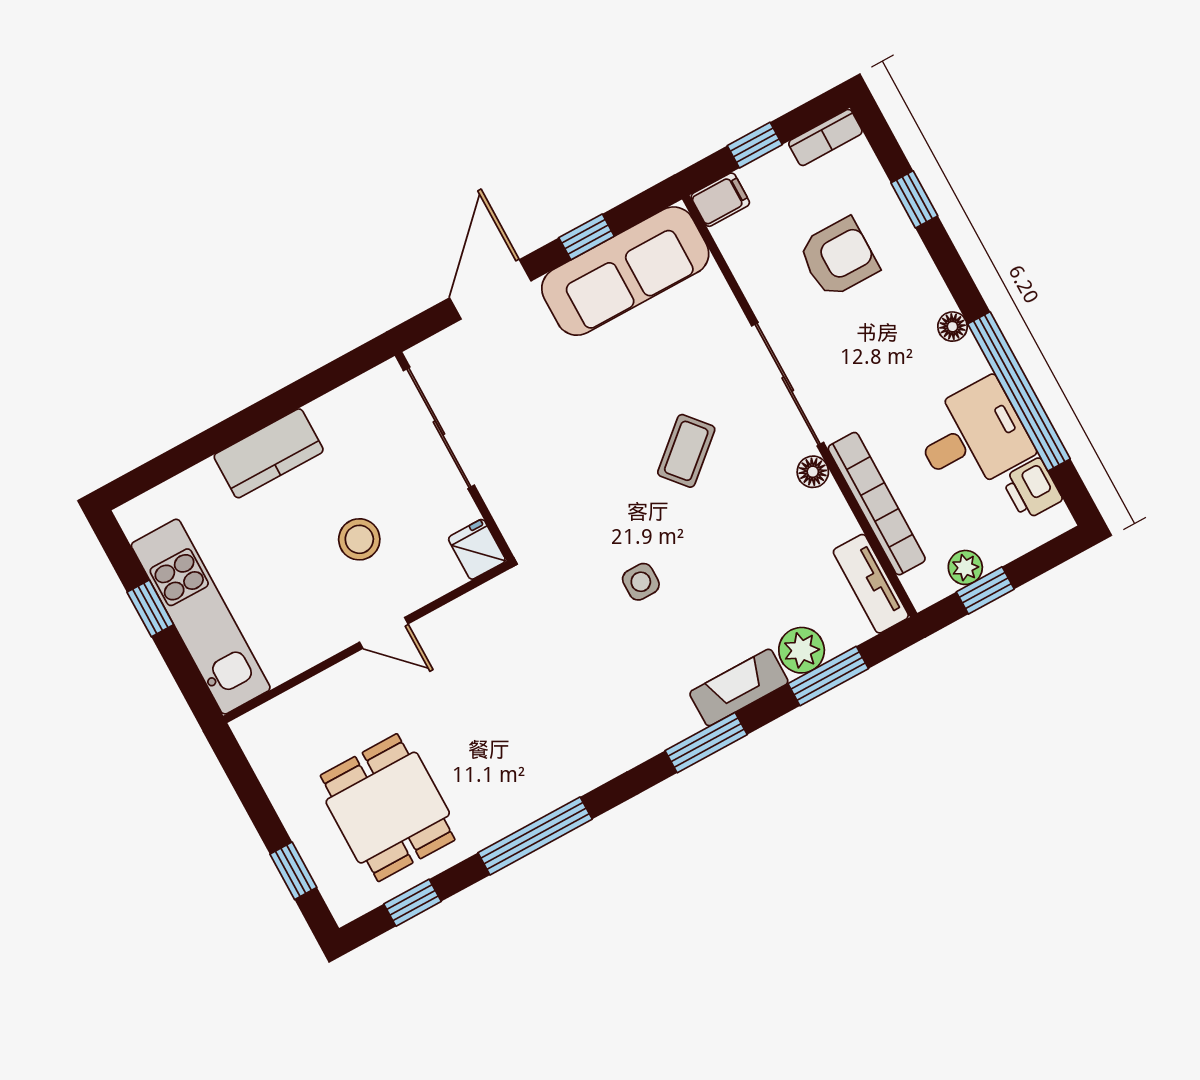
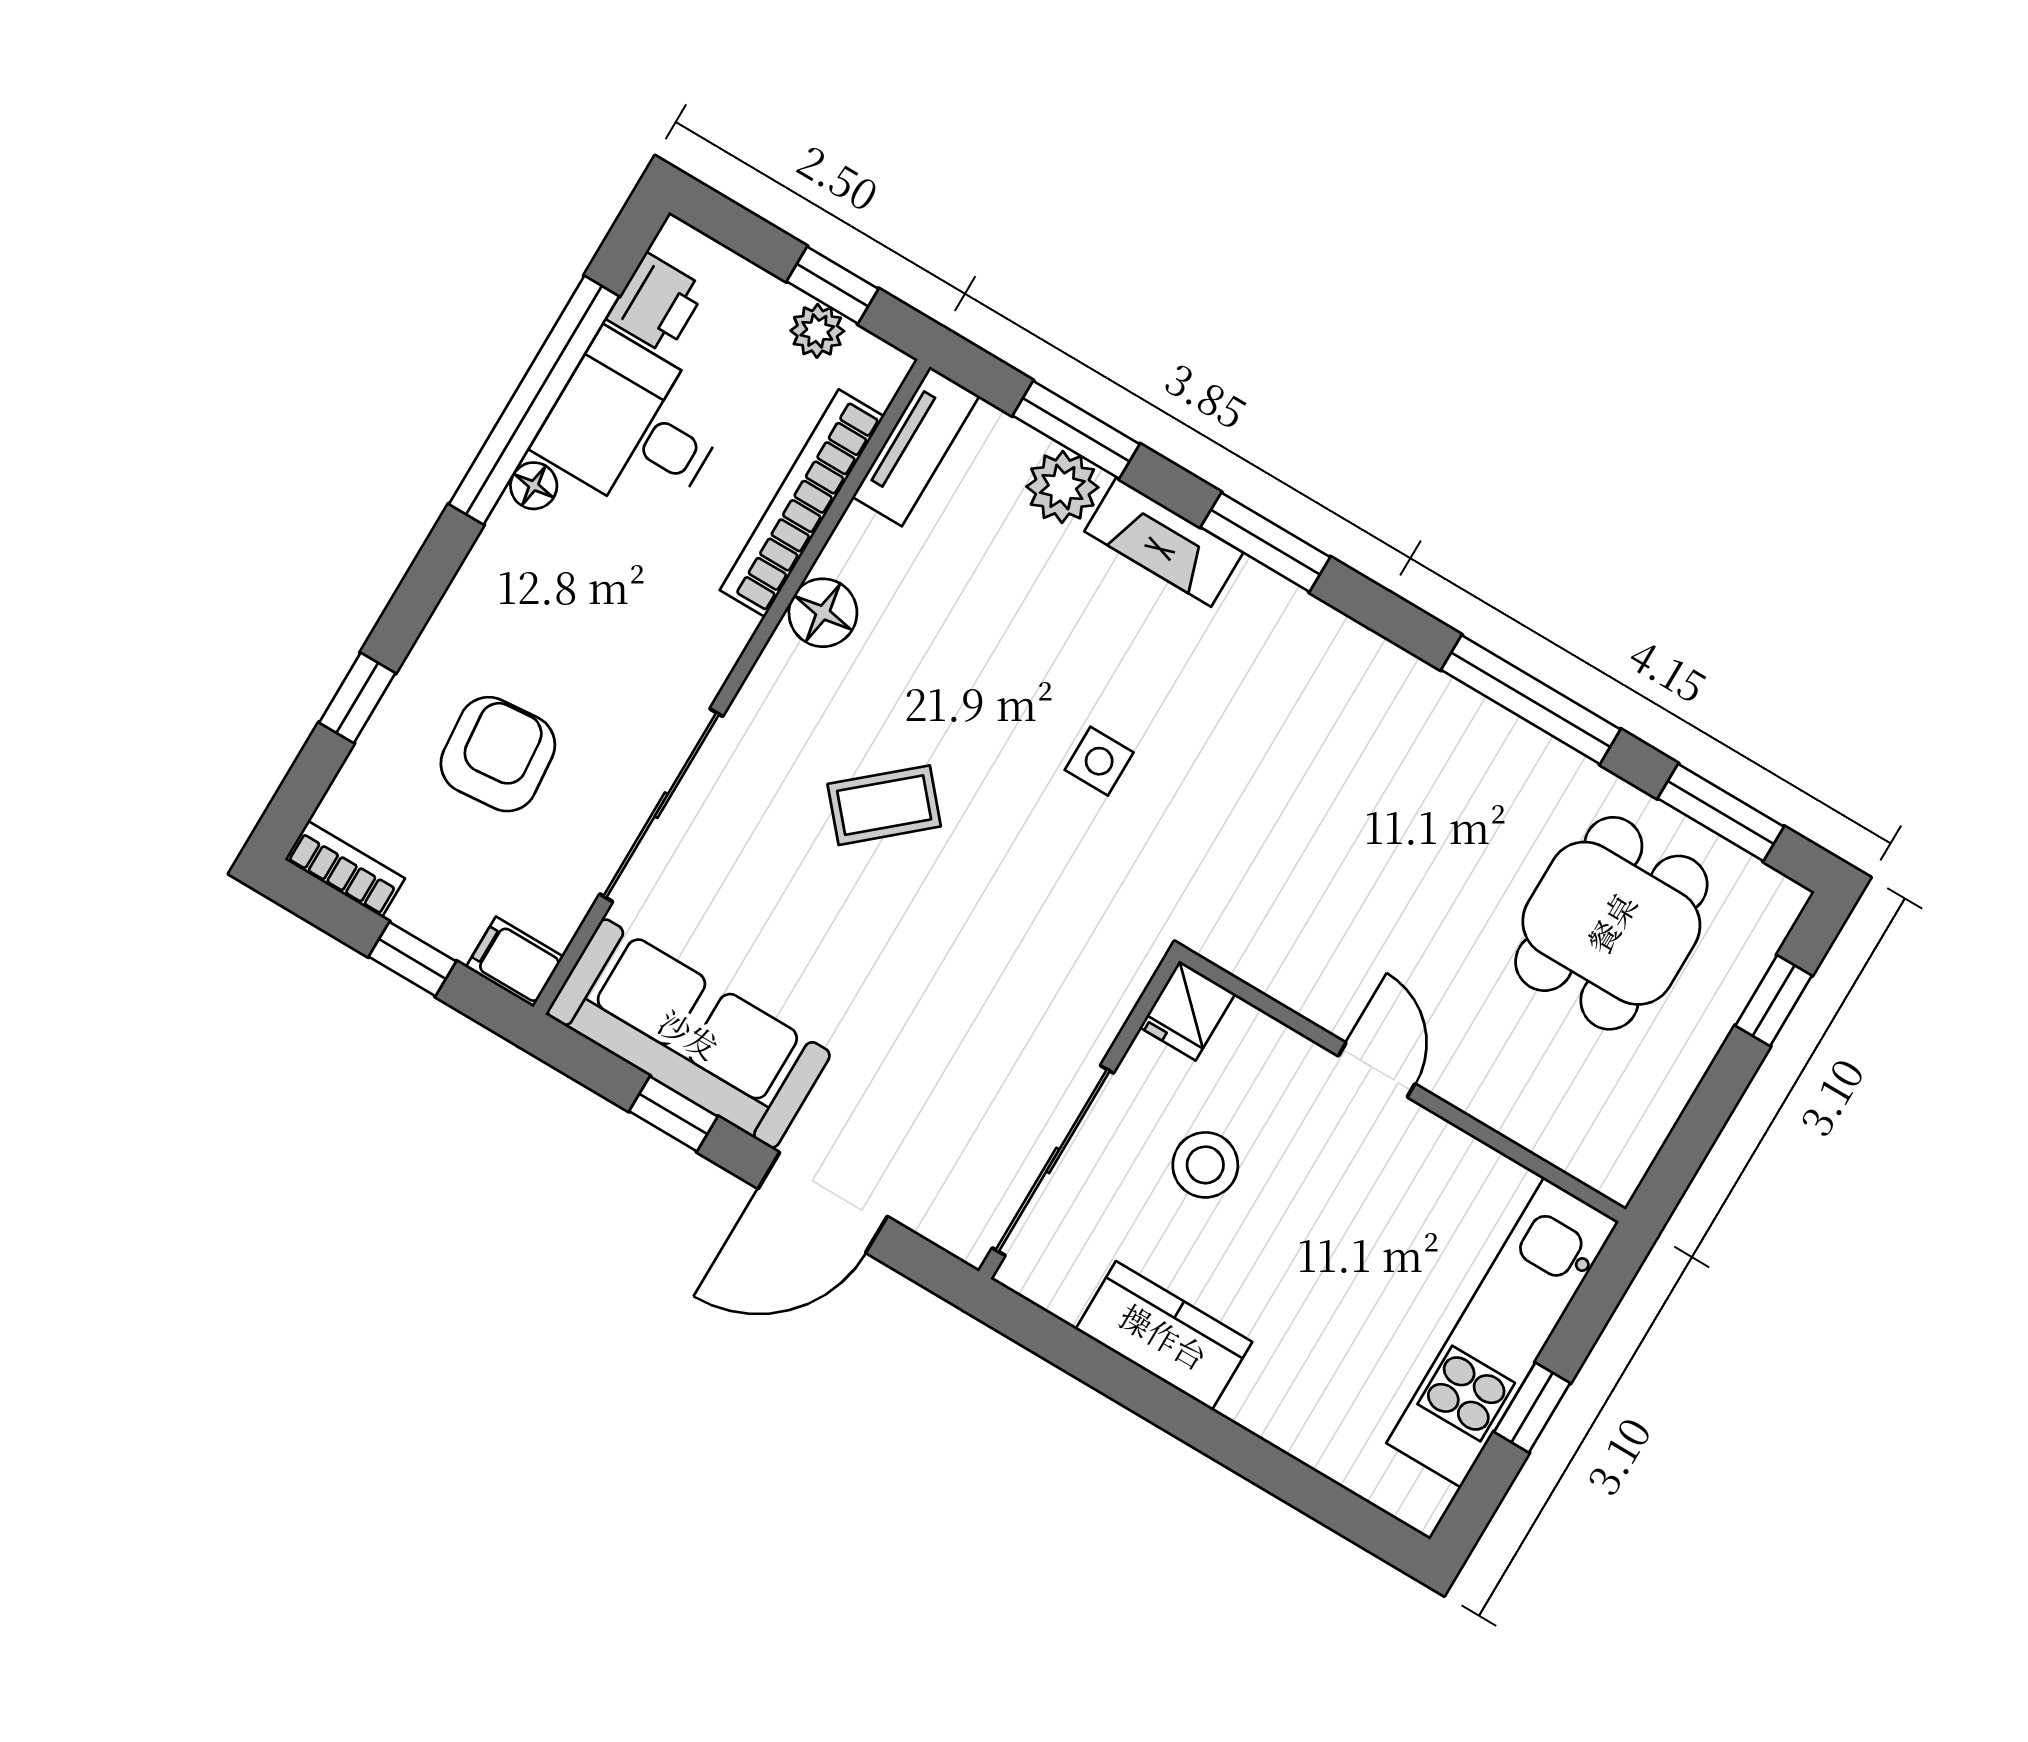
armchair: (838, 258) -> (498, 754), turned 85
floor lamp: (953, 327) -> (534, 486), moved
sliding door: (788, 384) -> (661, 805), moved
kitchen counter: (269, 453) -> (1164, 1336), moved
floor lamp: (813, 472) -> (823, 613), width x1.37, depth x1.37
stool: (359, 539) -> (1205, 1165), moved
window: (413, 903) -> (1721, 813), width x1.50

